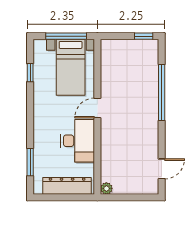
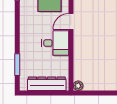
desk: (78, 141) -> (55, 43), width x0.73

